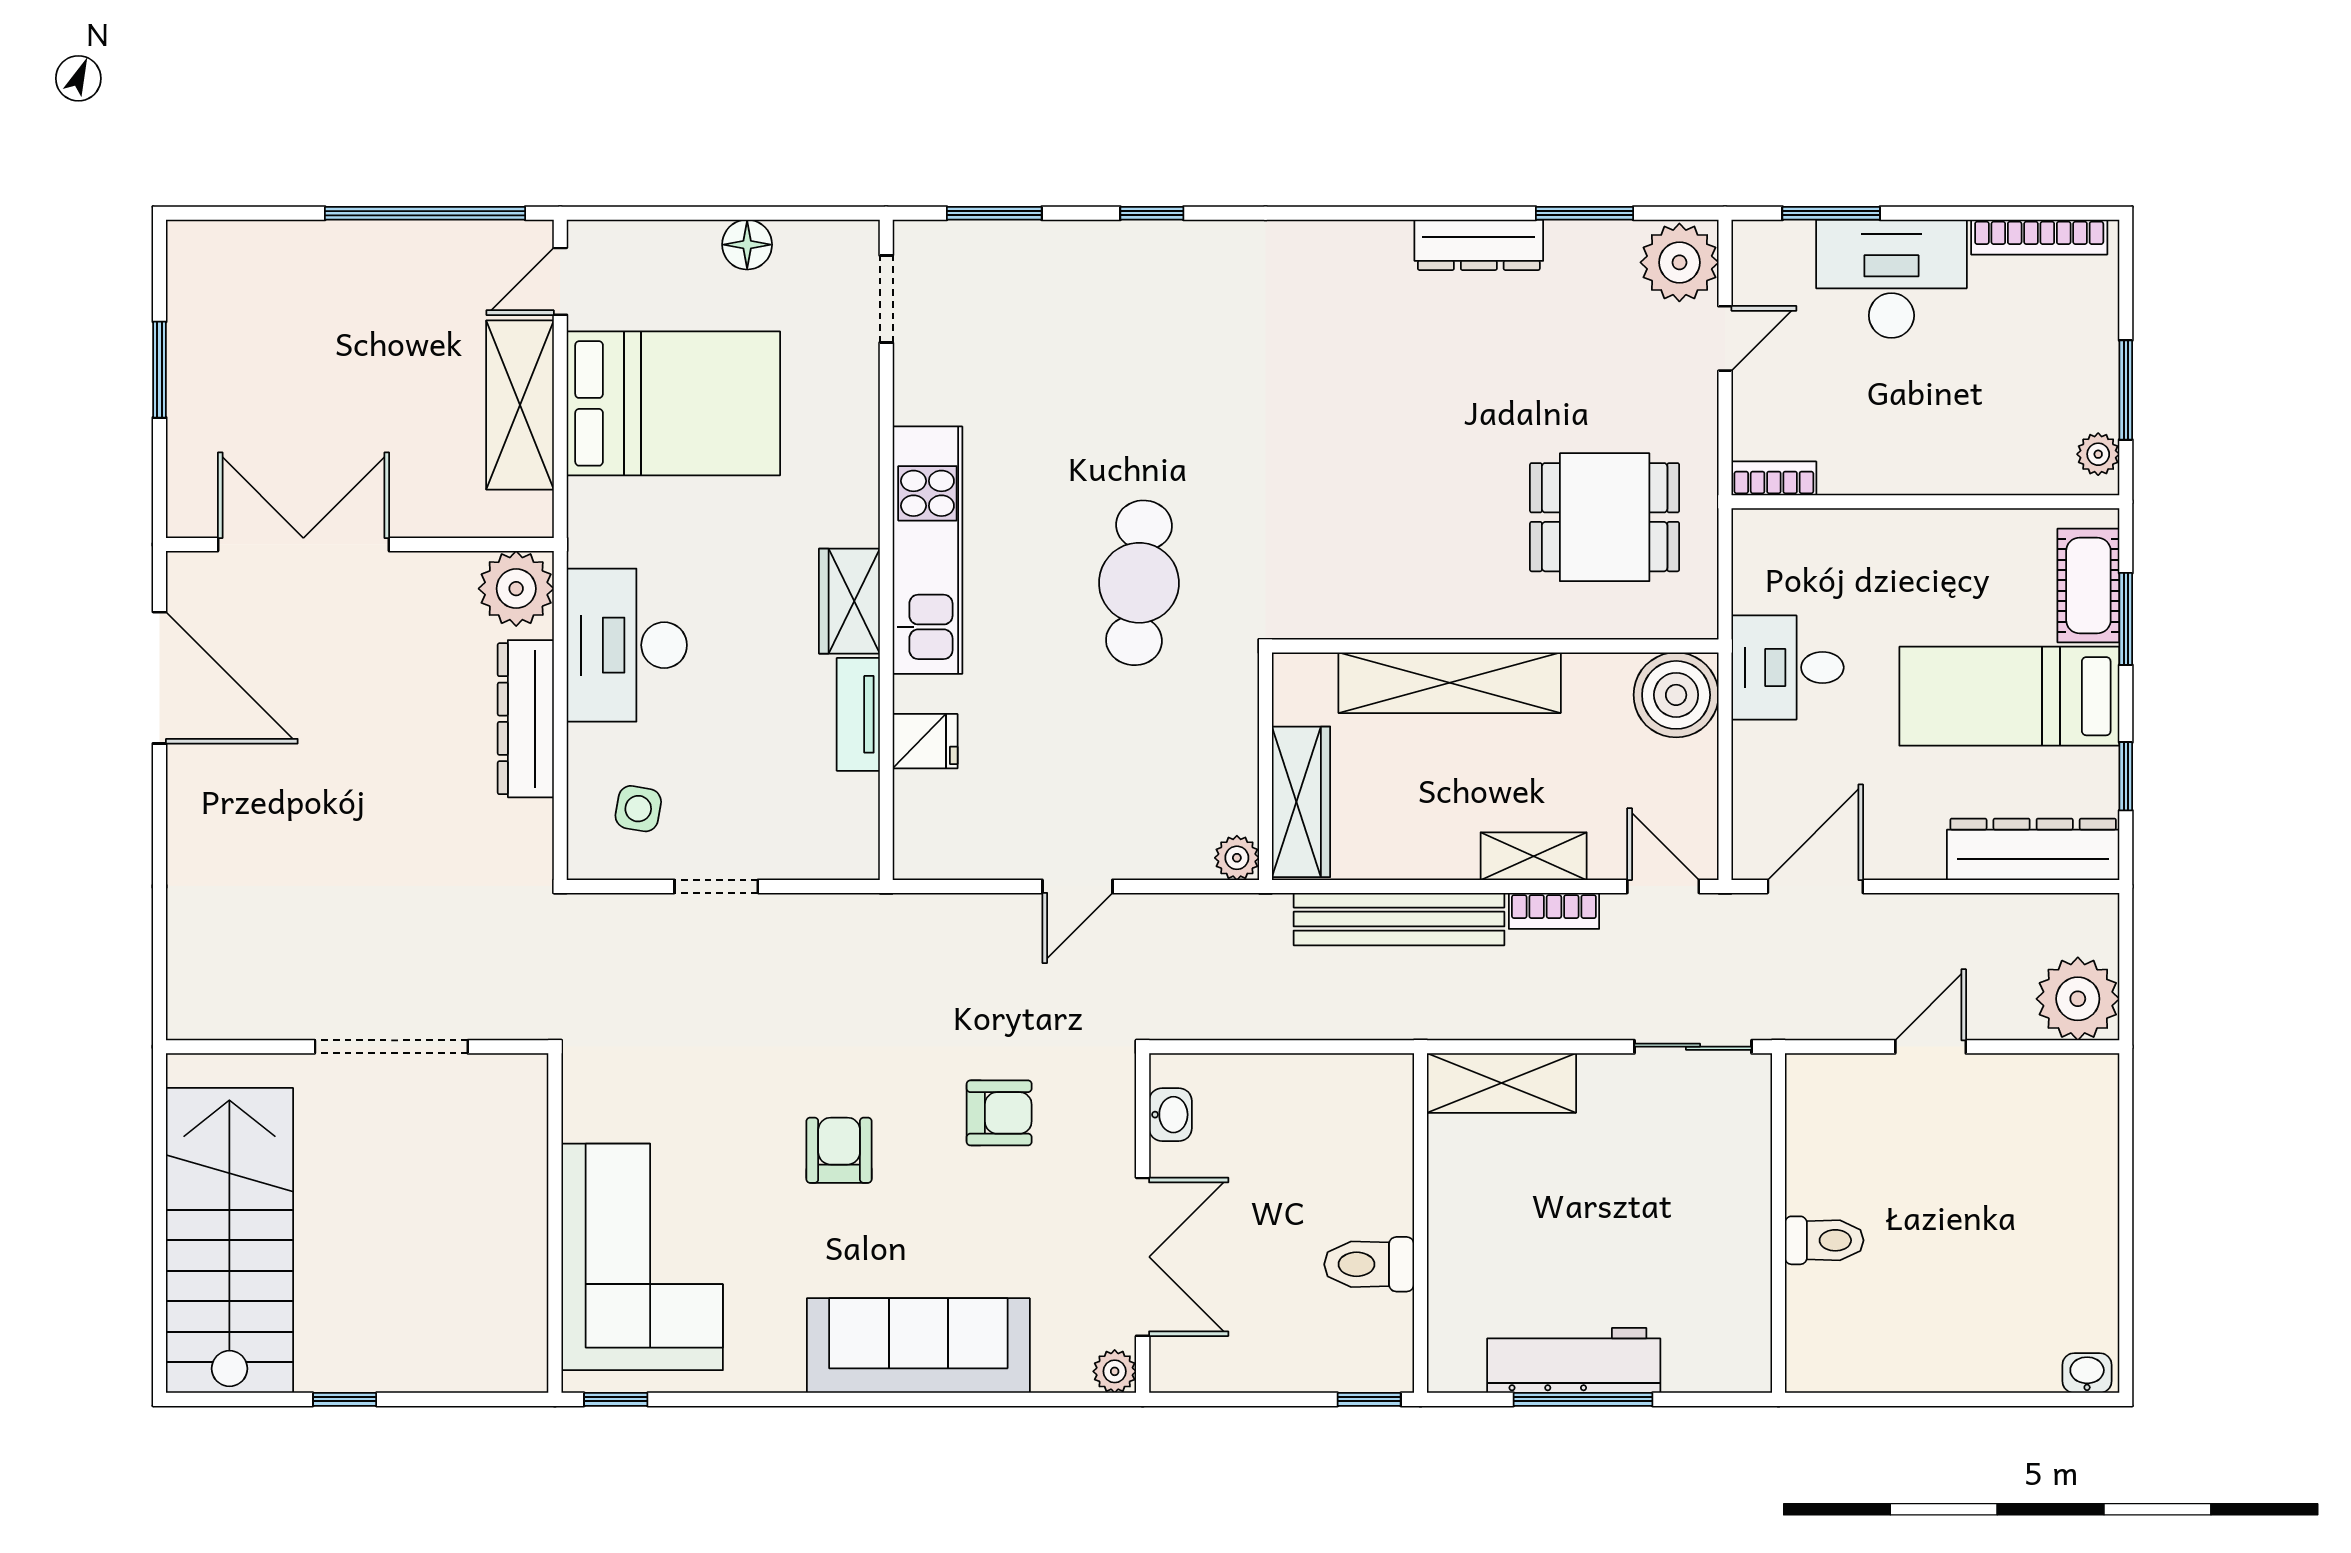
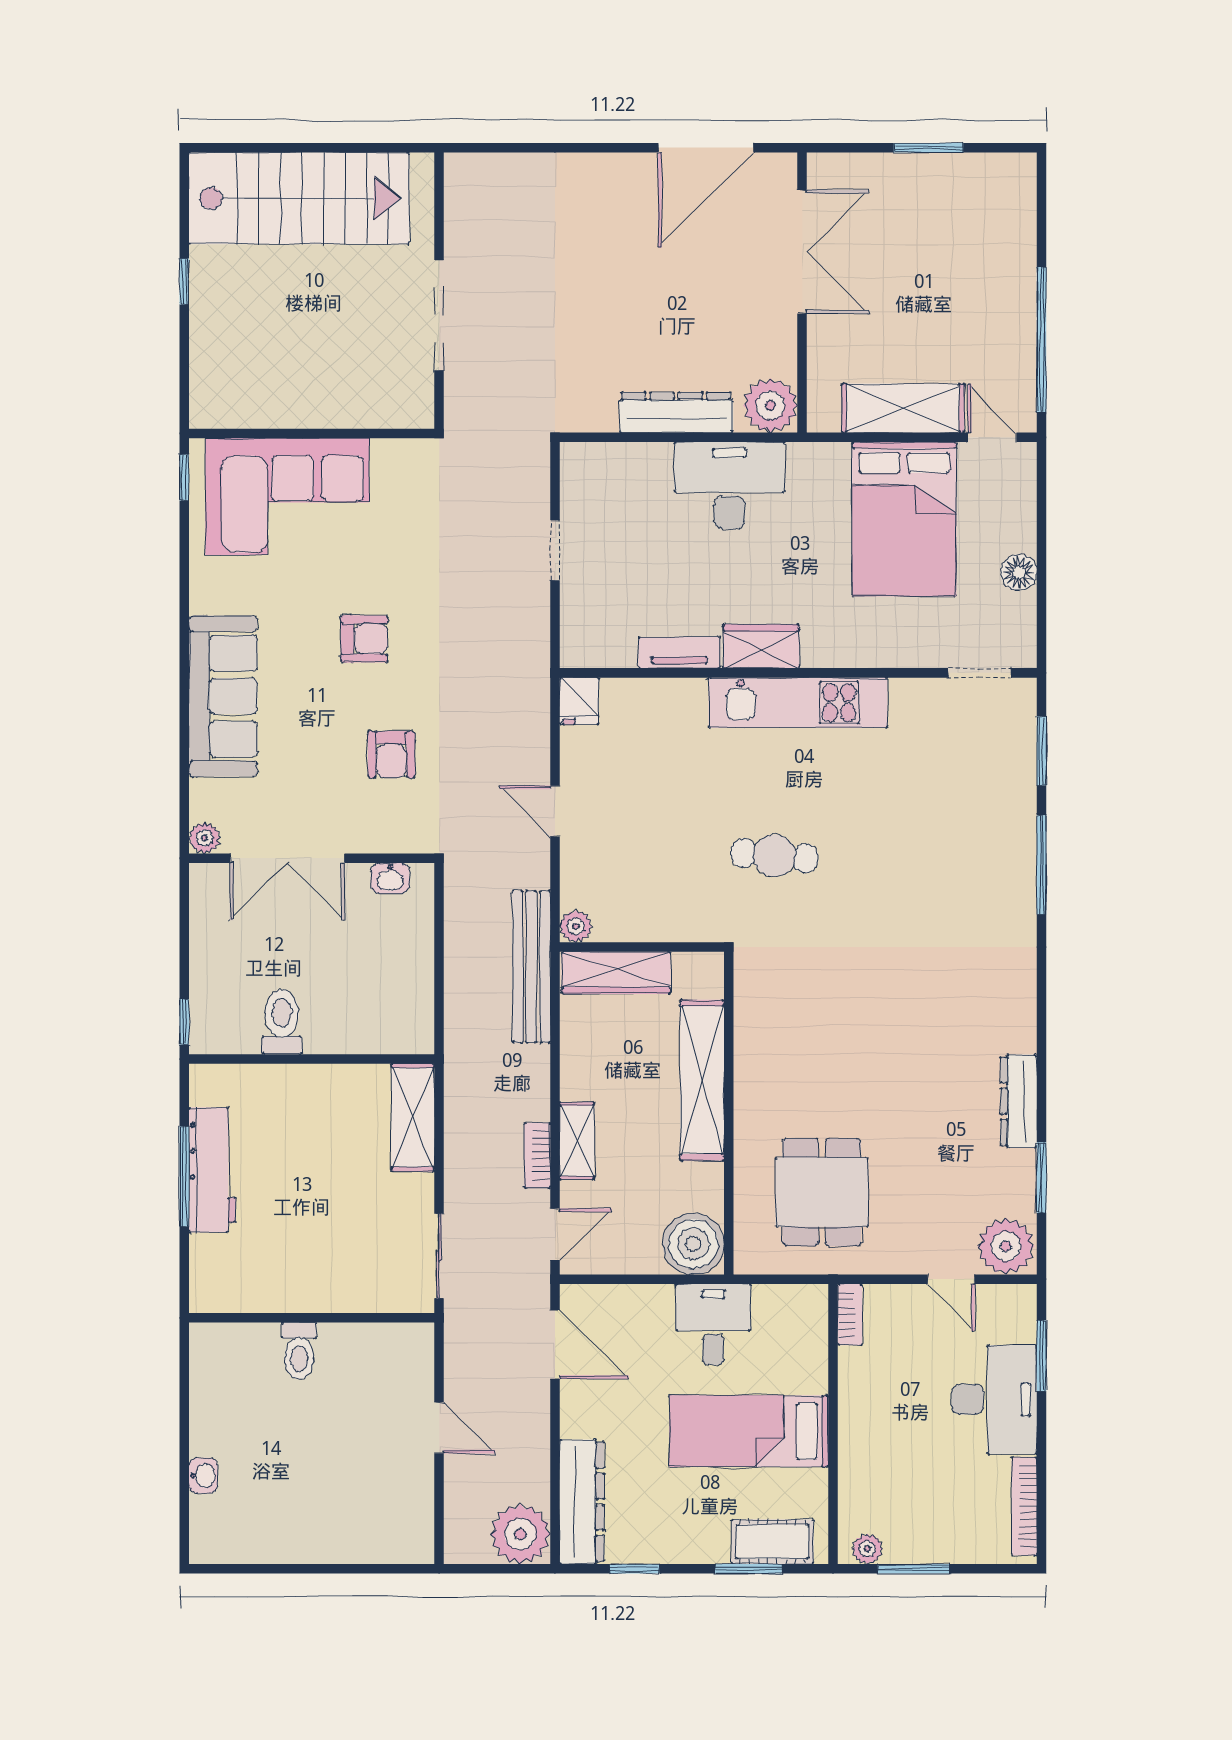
window: (1152, 213) -> (1042, 865), width x2.17
cafe table: (1139, 583) -> (774, 856), width x0.73, depth x0.74
bed: (2009, 696) -> (749, 1431), moved, turned -90
fridge: (925, 741) -> (579, 701), moved
side table: (638, 809) -> (611, 494), removed
bench: (1399, 919) -> (531, 967), moved
plant: (2078, 999) -> (520, 1534), moved
washbasin: (2087, 1373) -> (203, 1476), moved

